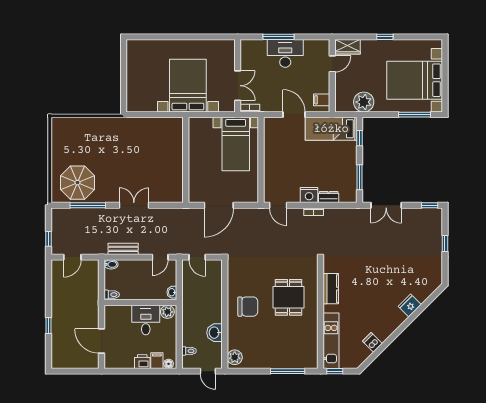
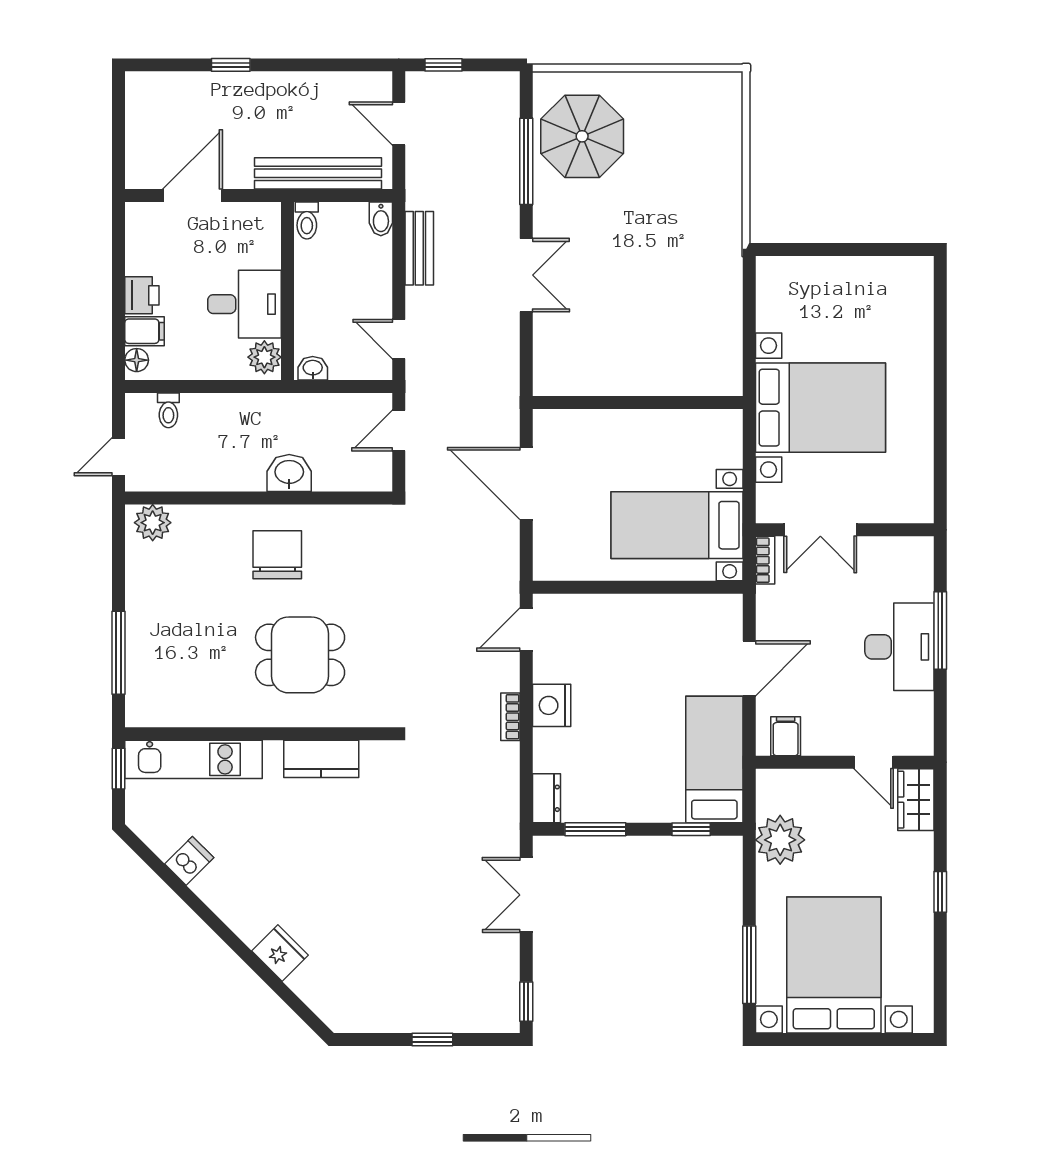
dresser: (329, 197) -> (546, 798), moved
bench: (93, 290) -> (318, 173), added
chair: (248, 307) -> (277, 555), turned 180
washbasin: (215, 333) -> (289, 473), moved

